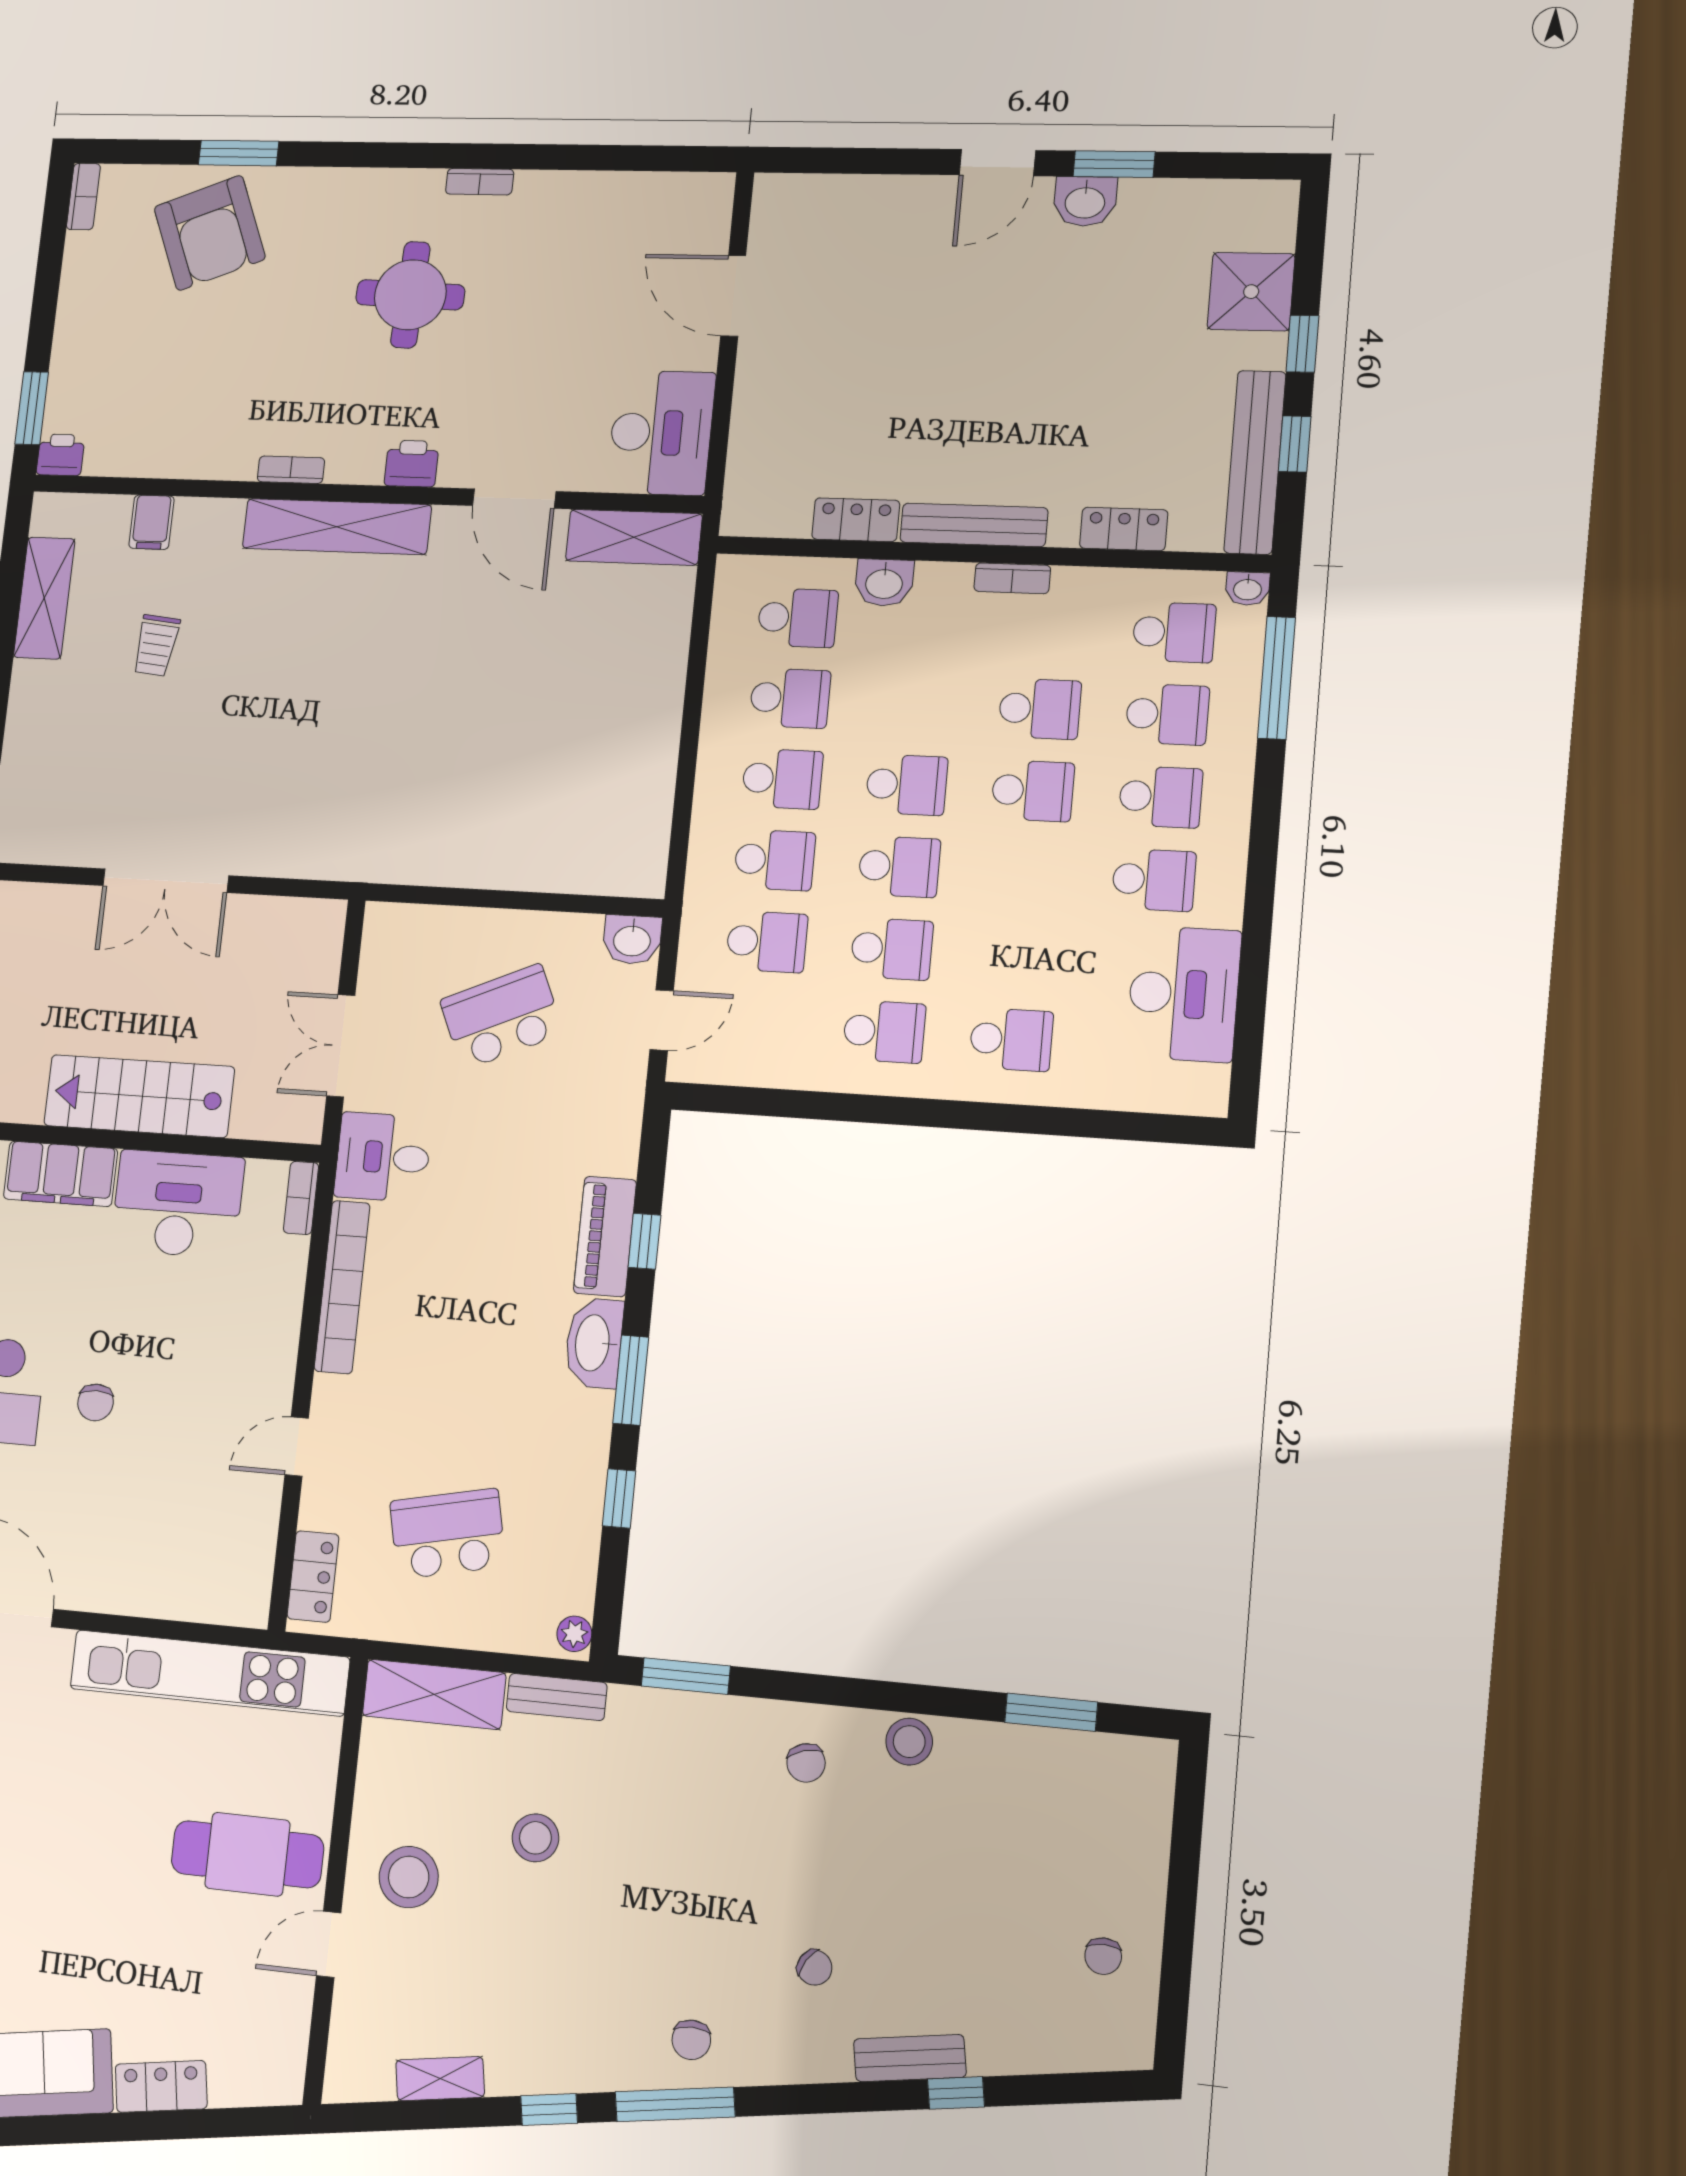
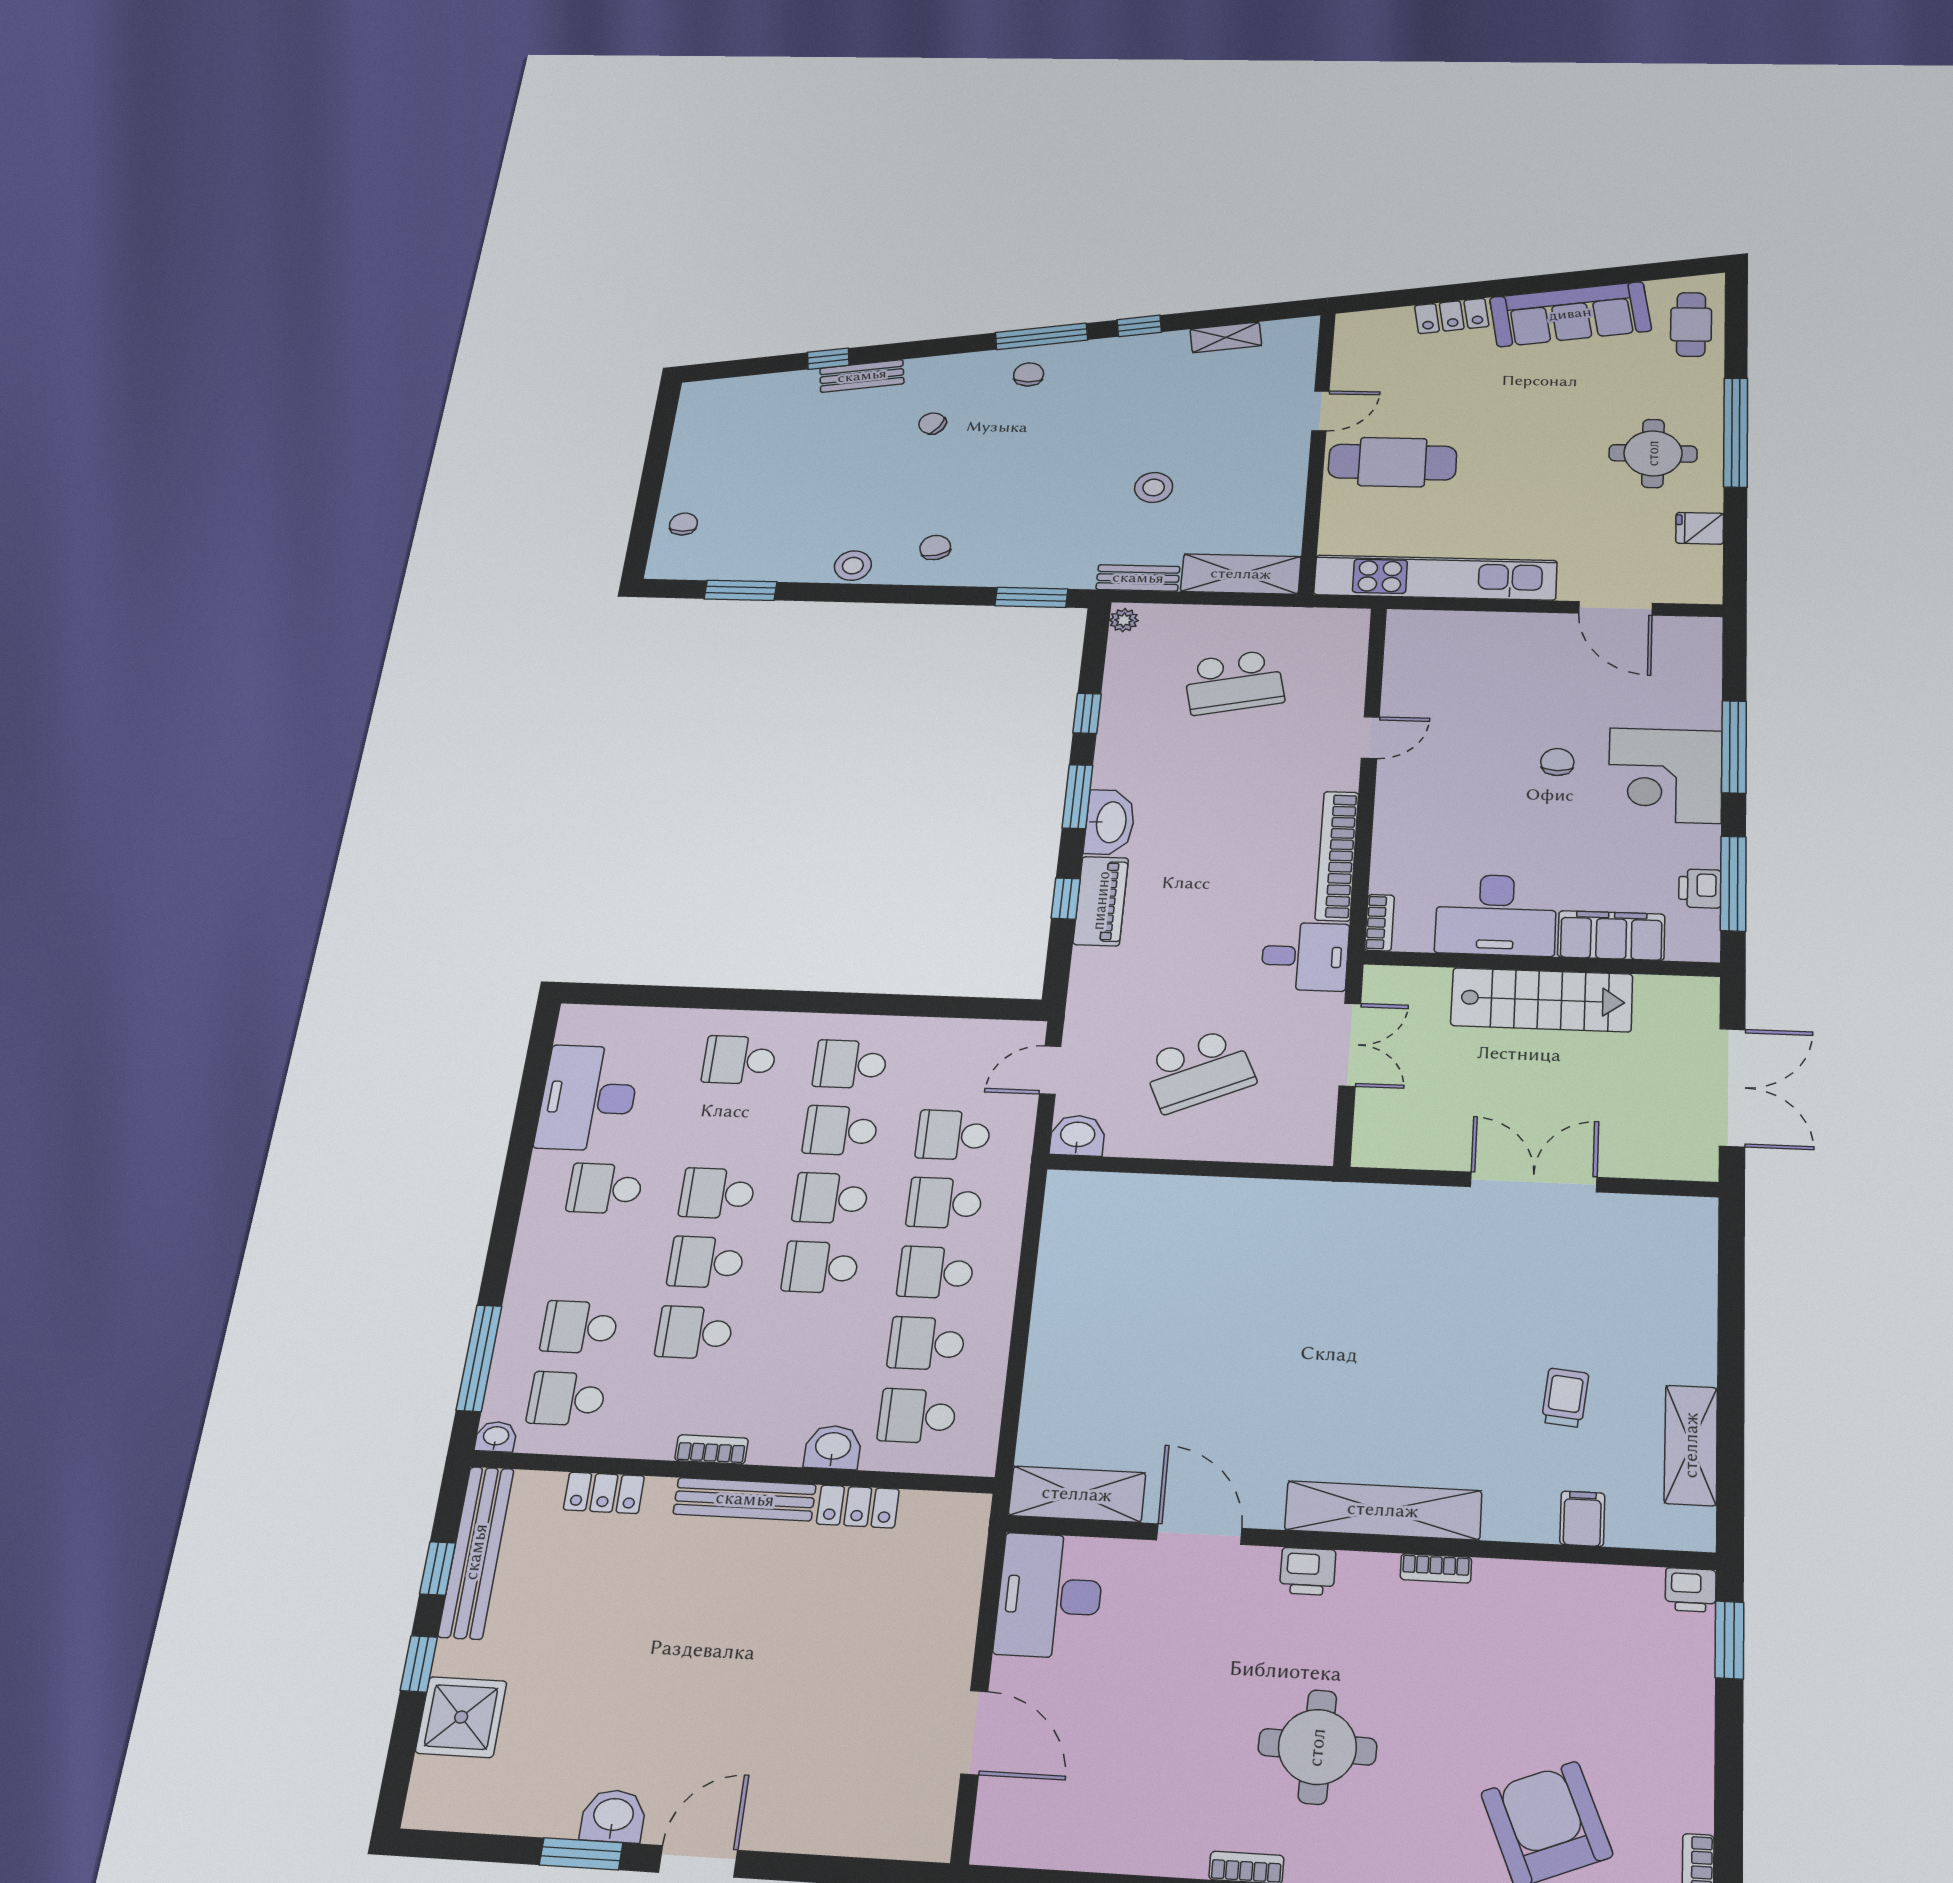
school desk: (1160, 797) -> (717, 1193), moved
locker: (313, 1577) -> (1350, 647), removed
stool: (409, 1877) -> (1257, 457), removed
chair: (1103, 1956) -> (683, 524), moved

